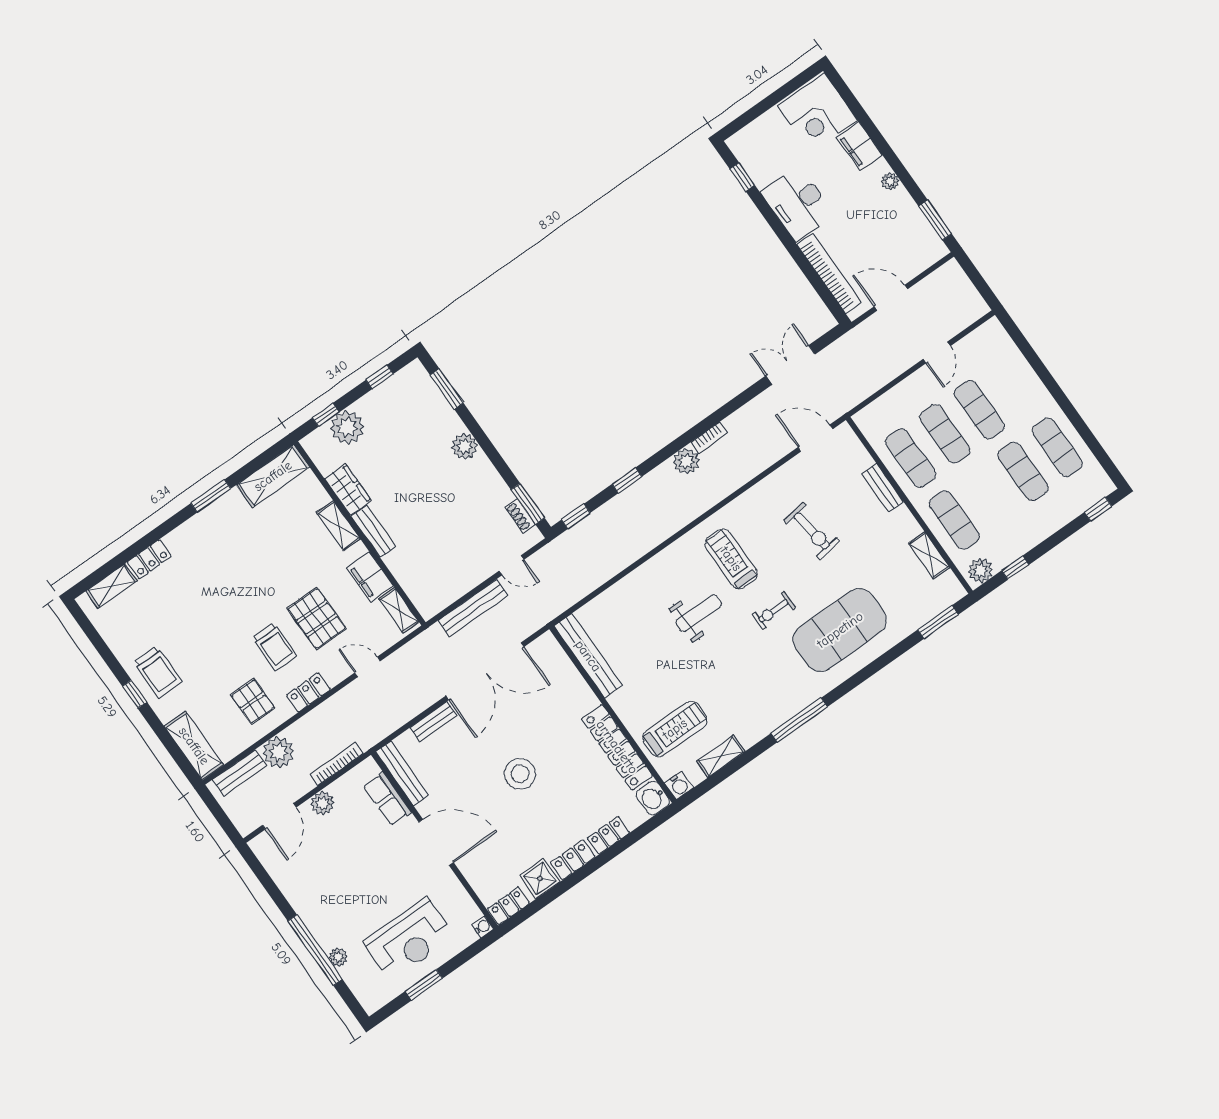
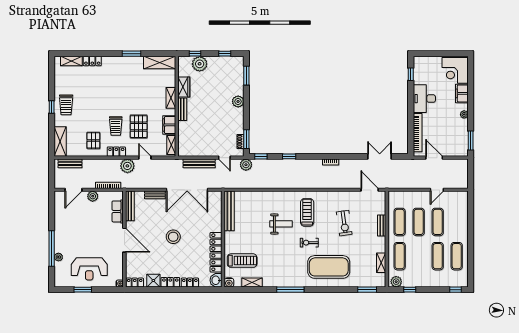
plant: (686, 461) -> (246, 165), moved
plant: (278, 752) -> (127, 166), moved

